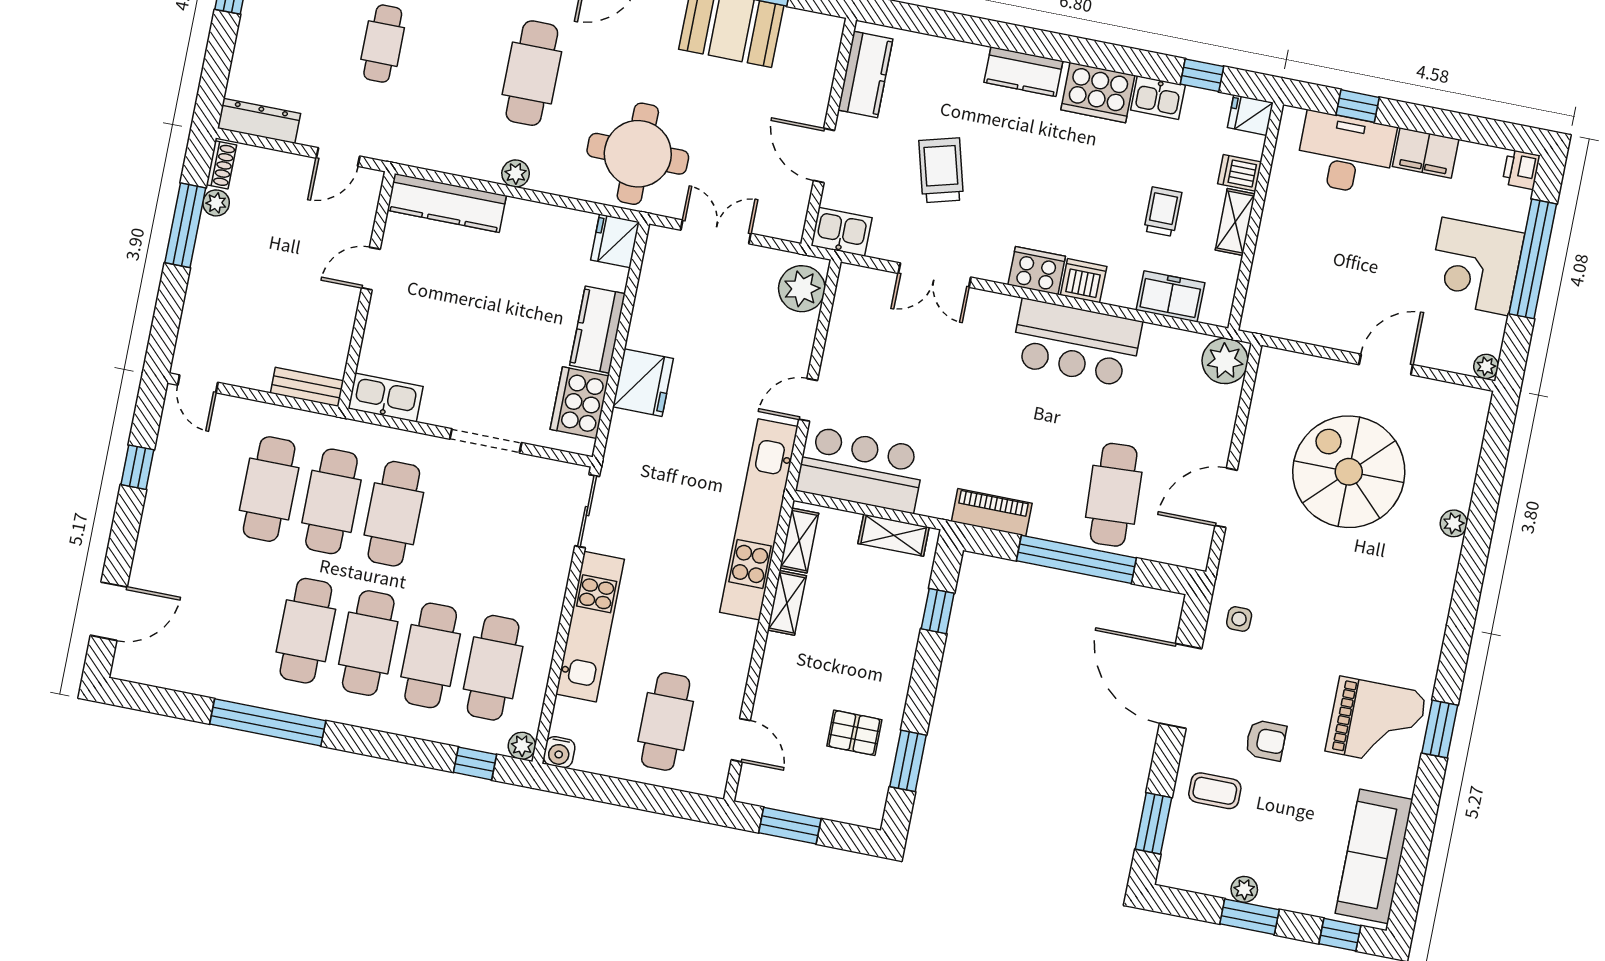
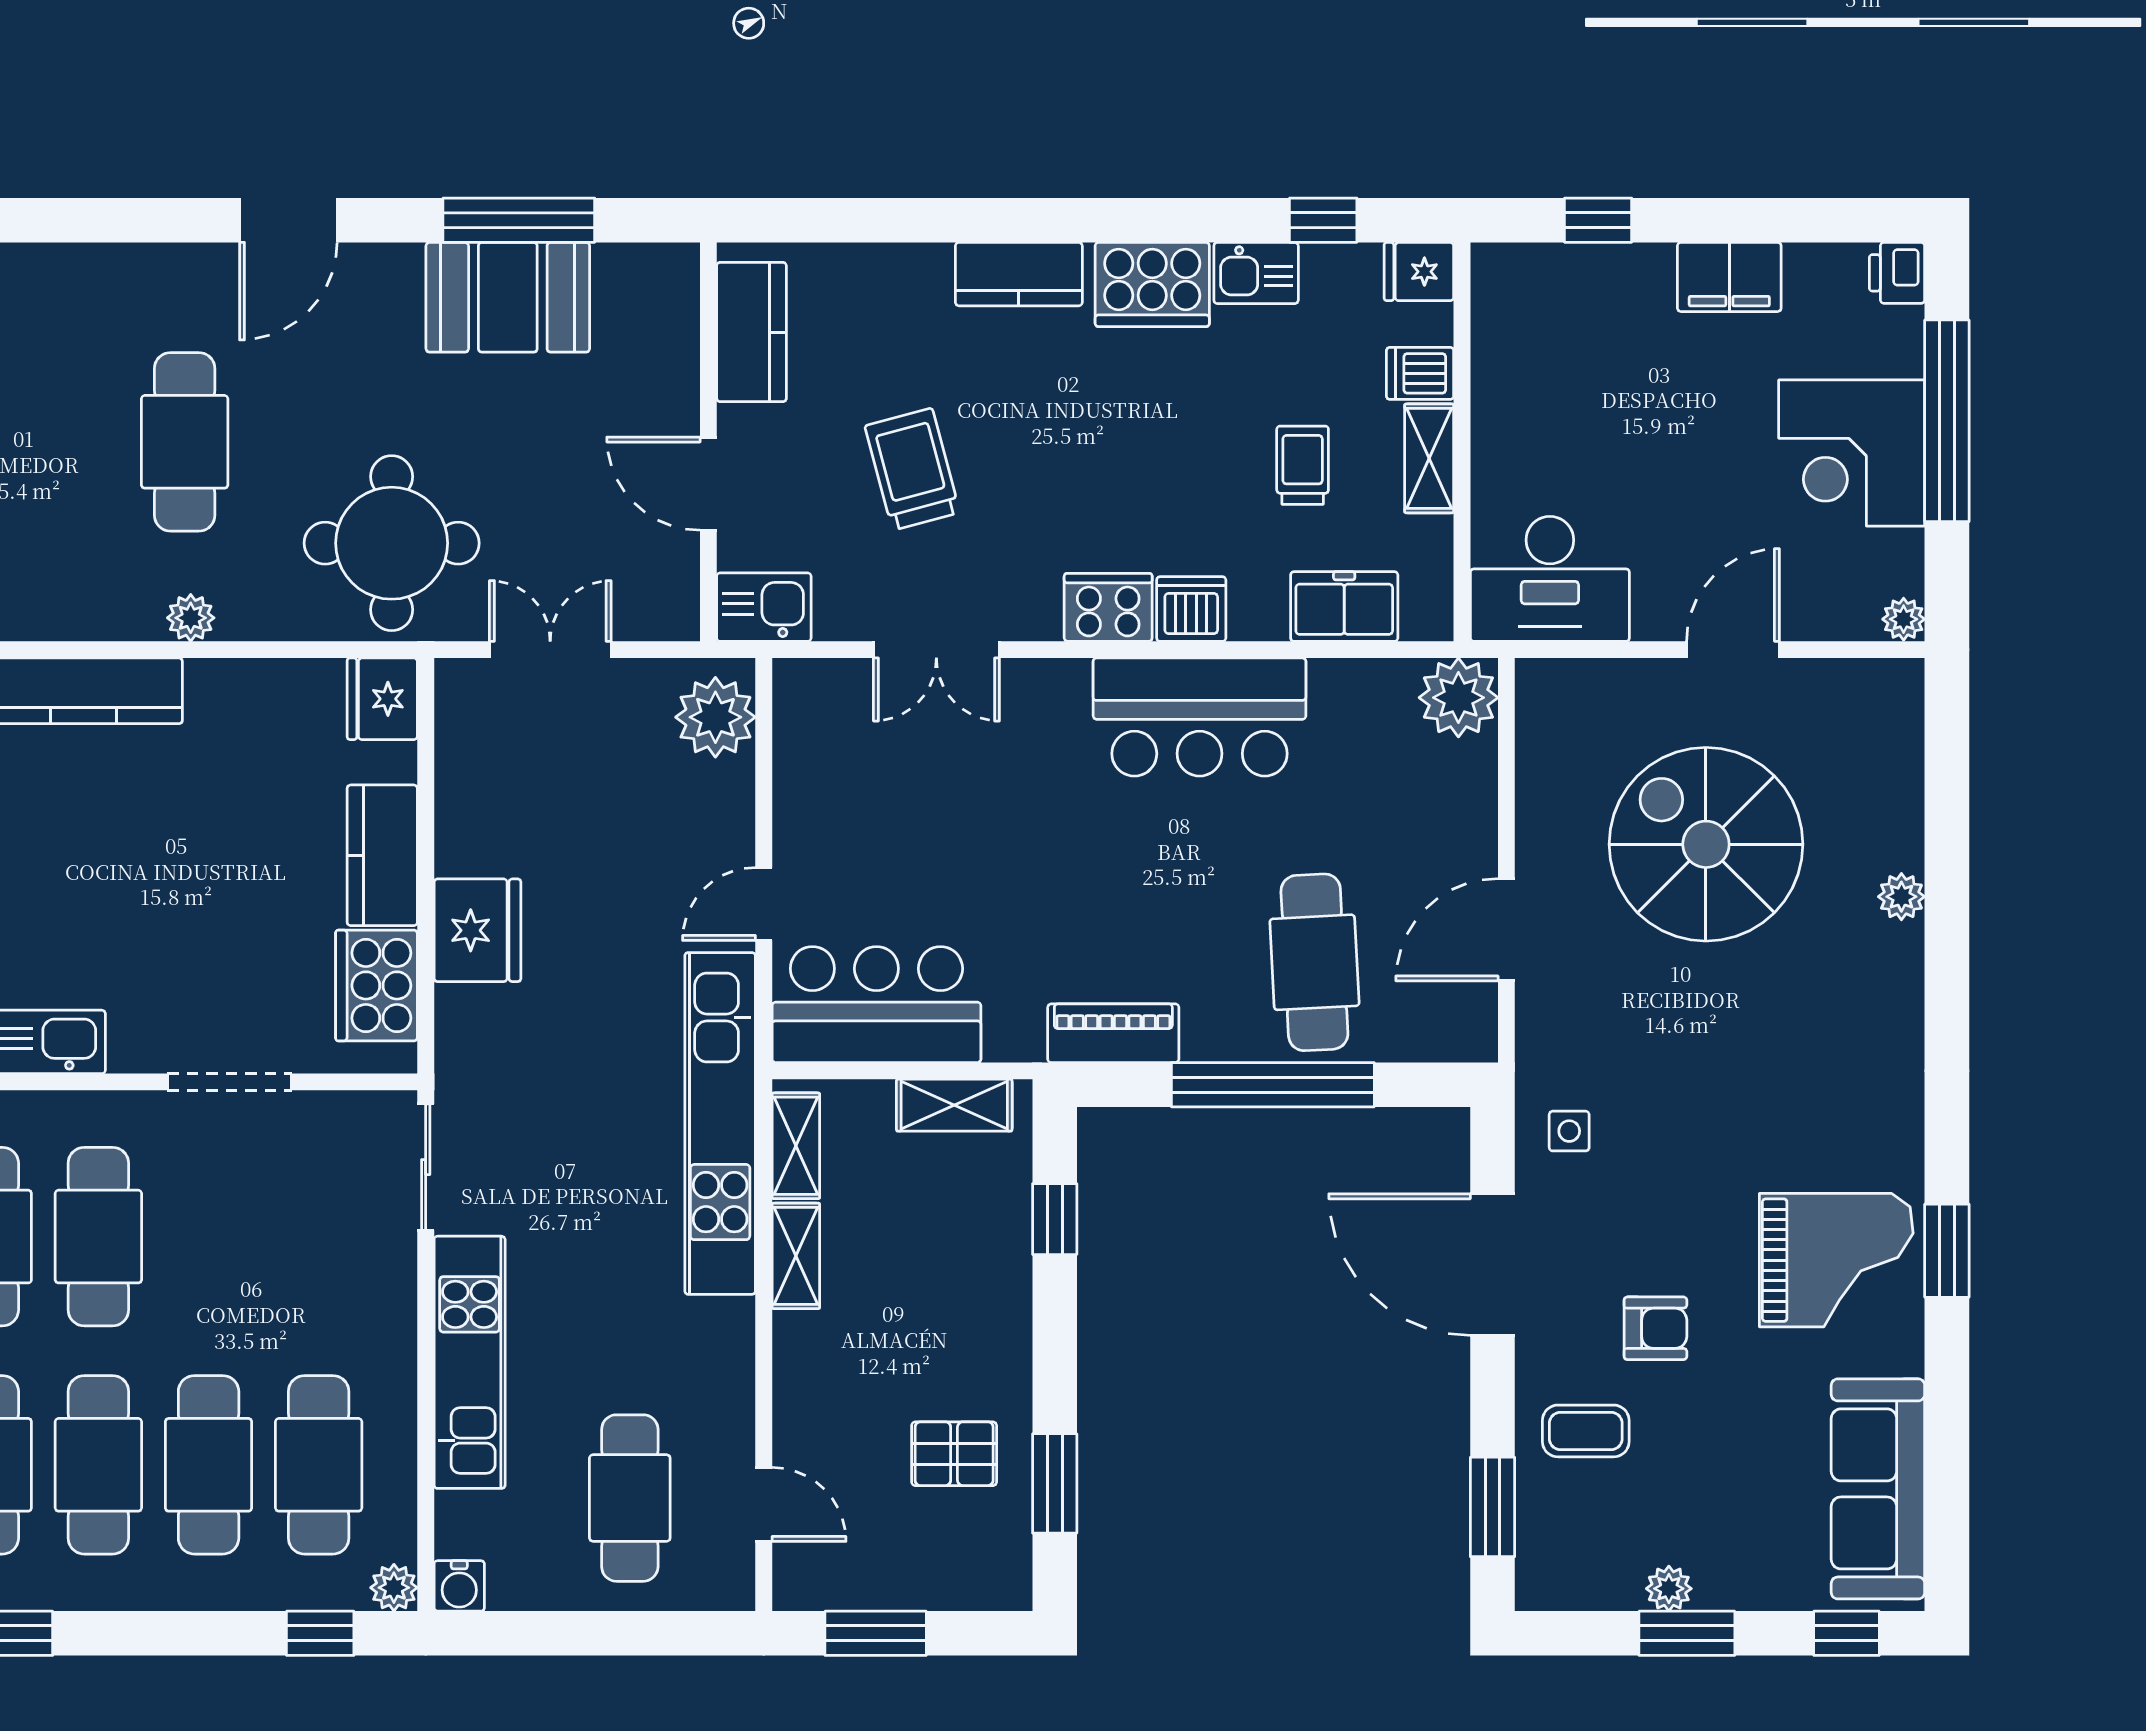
desk: (1346, 154) -> (1550, 579), moved, turned 180

